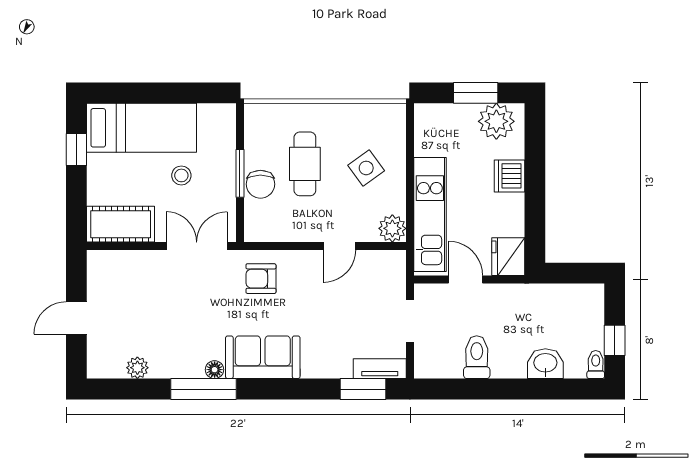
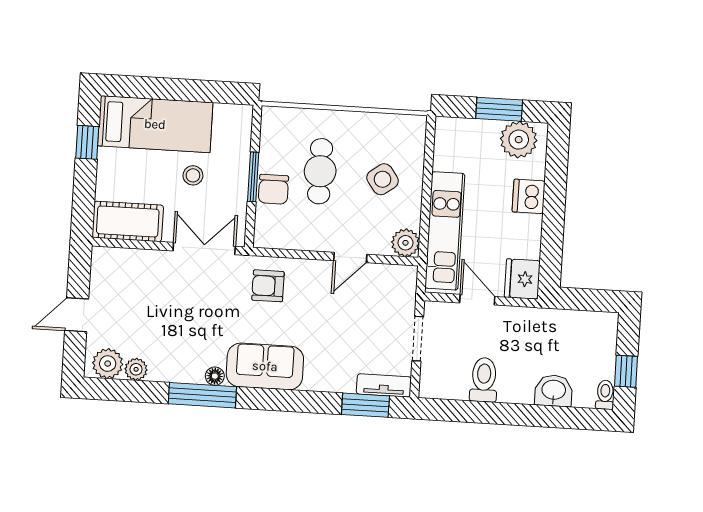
plant: (109, 364) -> (108, 364), added

